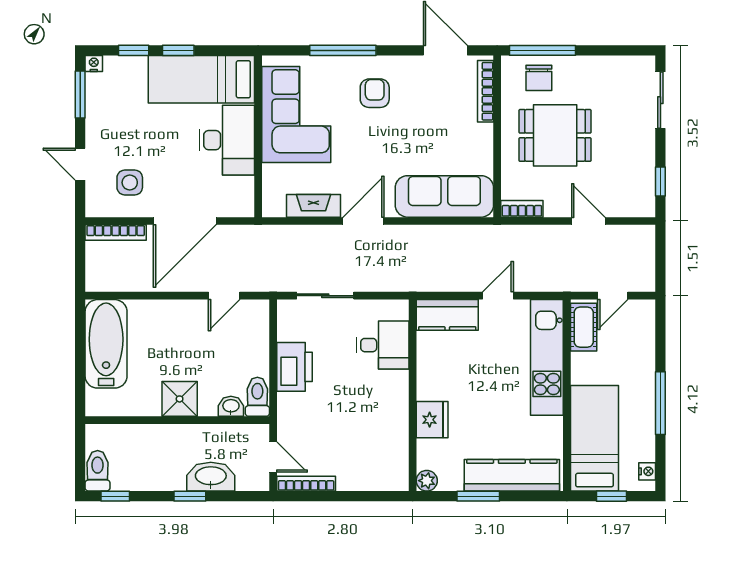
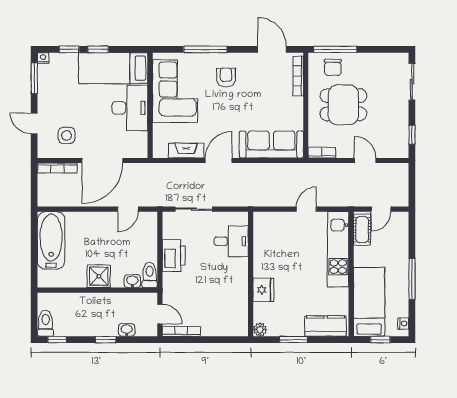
kitchen counter: (447, 315) -> (273, 222), removed
kitchen counter: (512, 475) -> (326, 326), width x0.67
washbasin: (211, 477) -> (127, 330), width x0.52, depth x0.69

